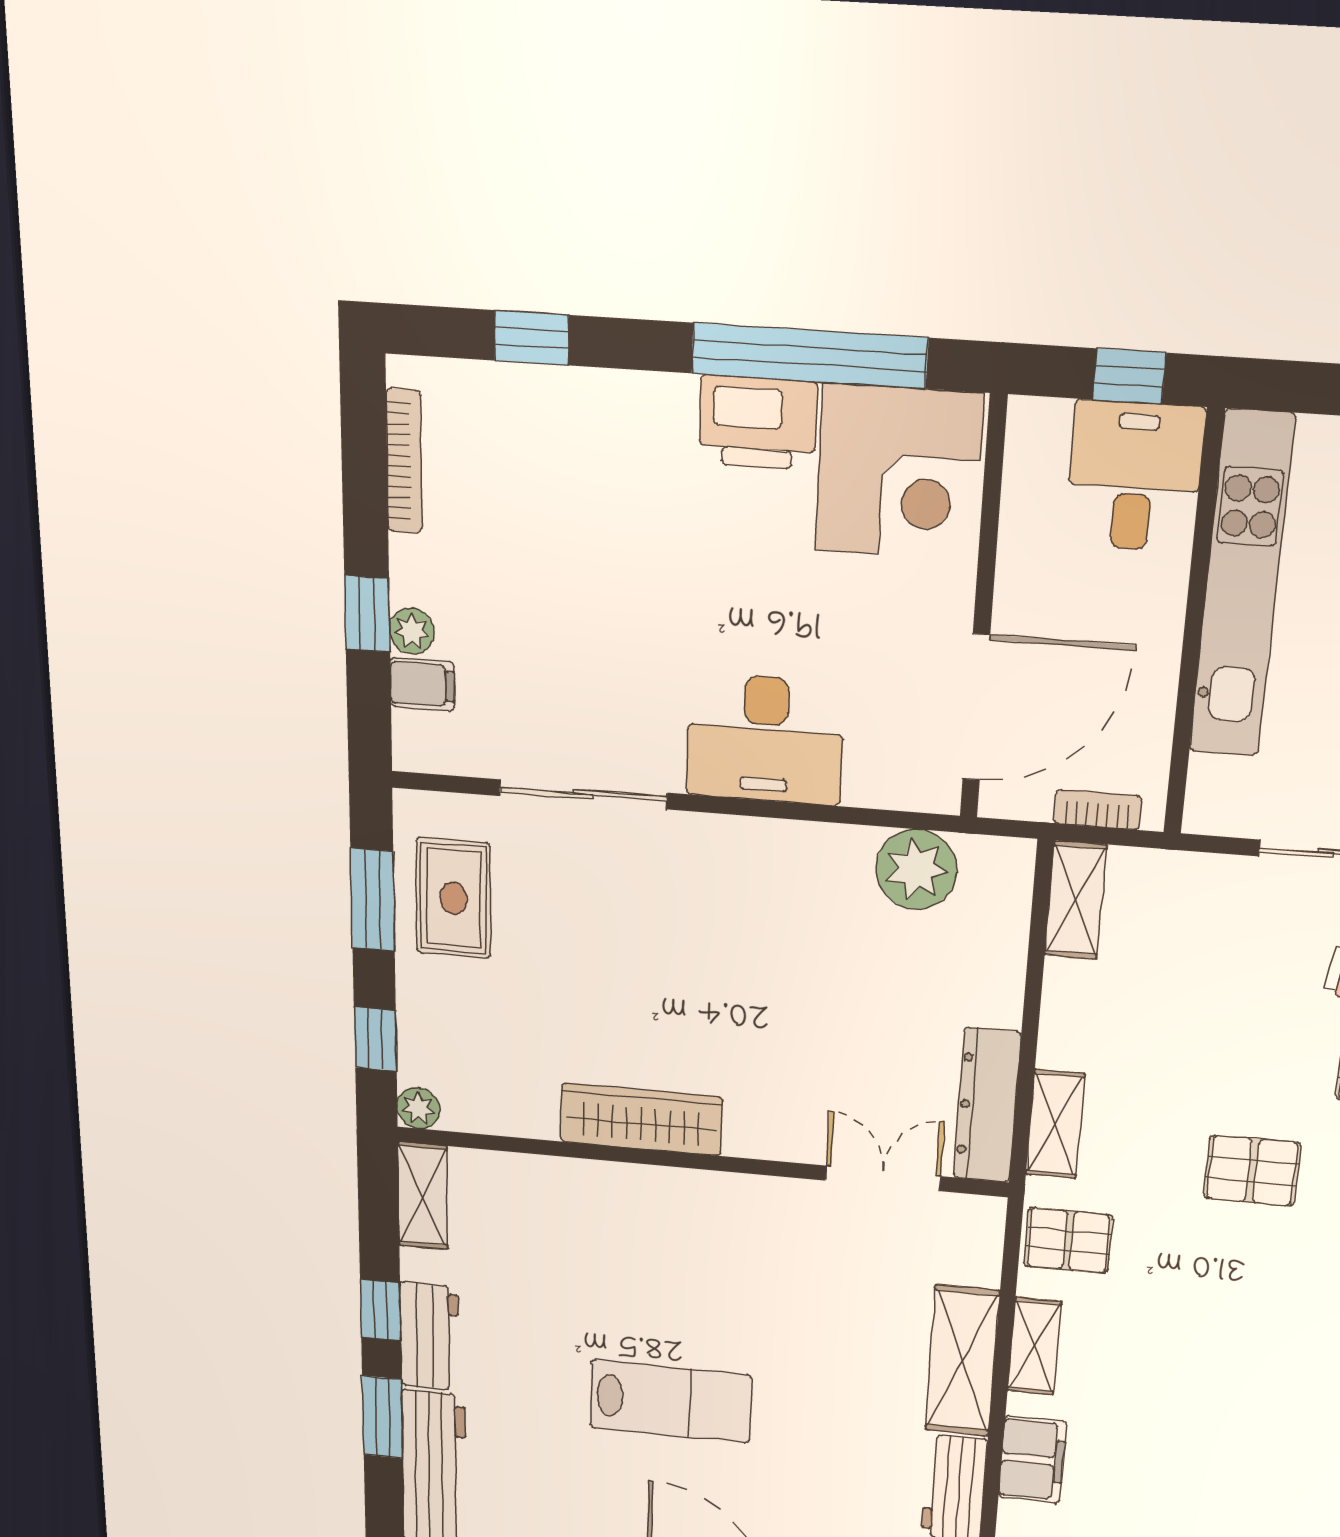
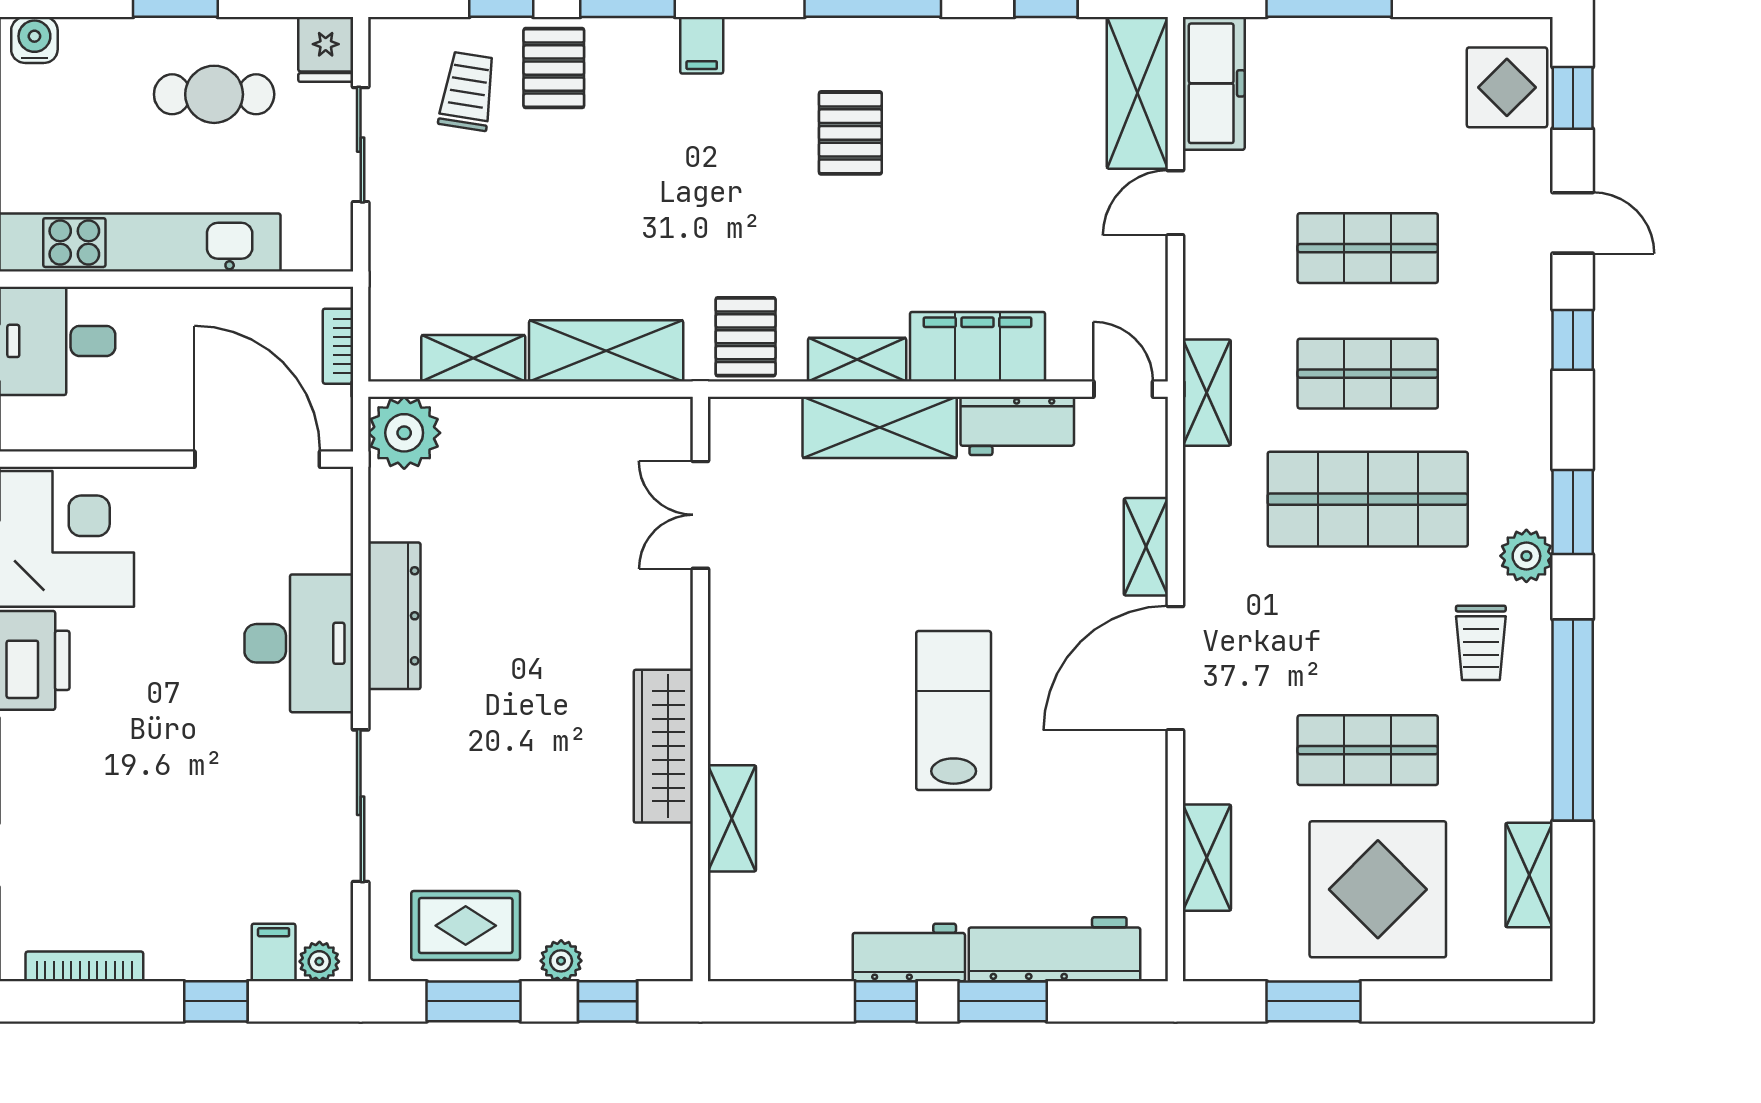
plant: (412, 631) -> (319, 962), moved
plant: (916, 869) -> (404, 433), moved
shelving: (1076, 900) -> (473, 358), moved
dresser: (987, 1105) -> (394, 616), moved, turned -90
plant: (418, 1108) -> (561, 961), moved
shelving: (1055, 1124) -> (606, 351), width x1.50, depth x1.33
pallet: (1252, 1171) -> (850, 133), moved
shelving: (423, 1196) -> (732, 818), moved, turned 90
filing cabinet: (1032, 1459) -> (978, 347), width x1.50, depth x1.17

